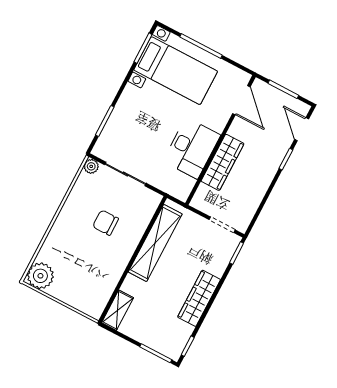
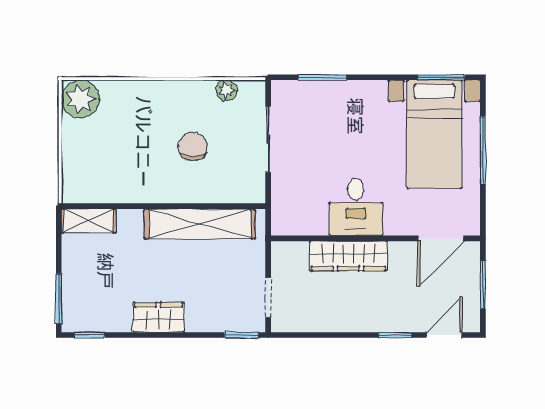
desk: (192, 148) -> (356, 207), width x0.73
plant: (91, 166) -> (227, 90), moved
wardrobe: (199, 298) -> (158, 317), width x0.67

